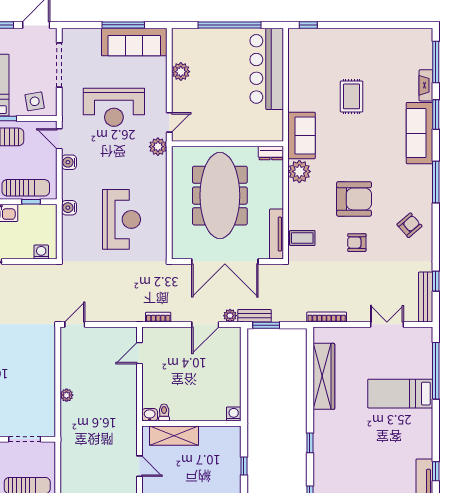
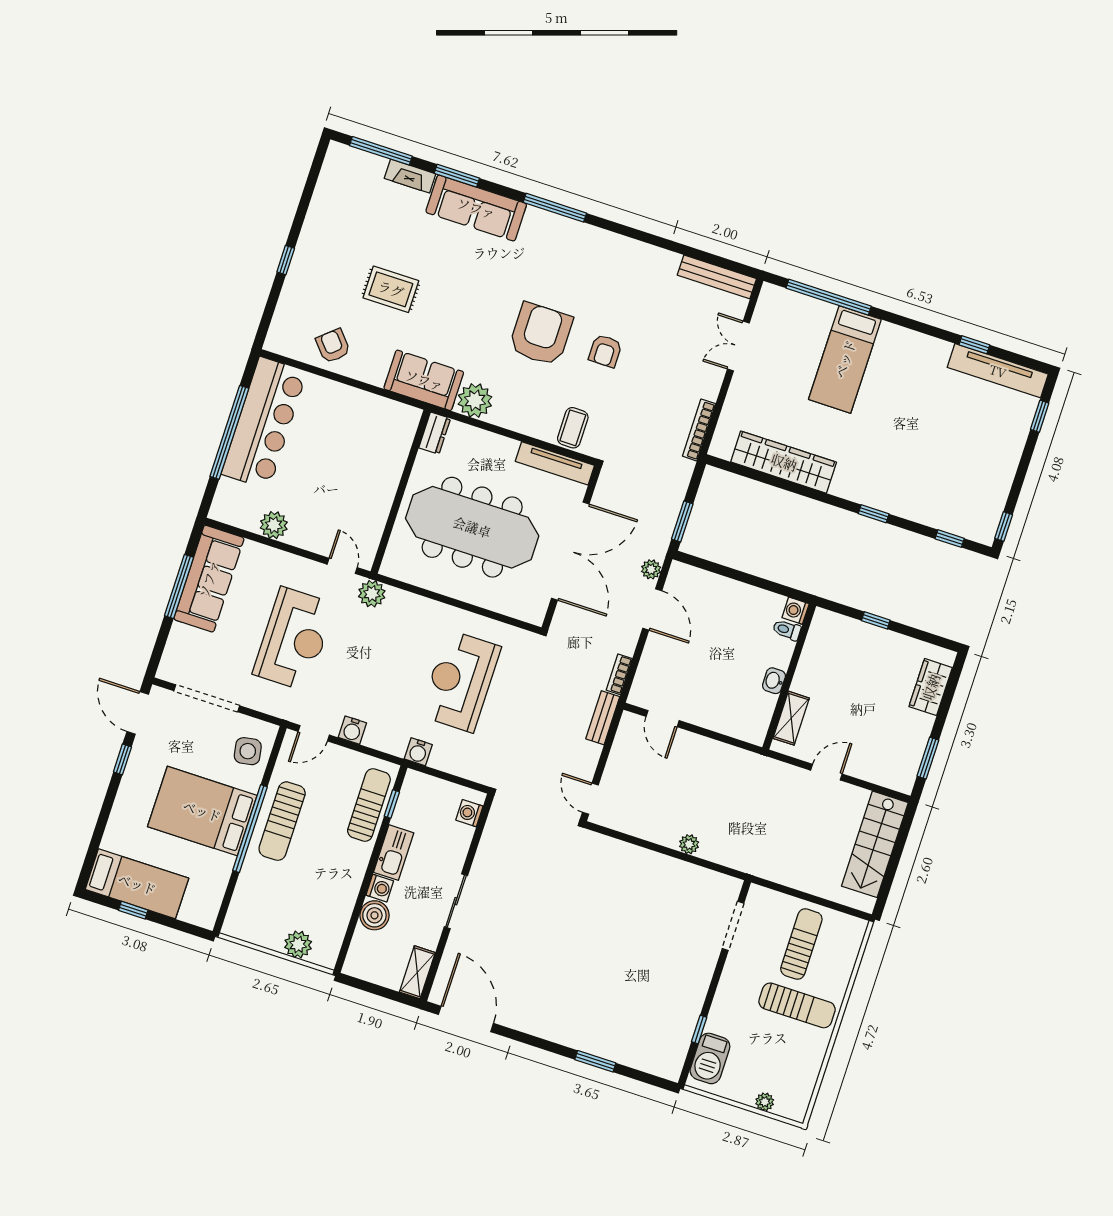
window: (308, 25) -> (286, 260), moved
bar counter: (267, 69) -> (264, 423), moved, turned -90
reception desk: (122, 219) -> (460, 681), turned -90
armchair: (409, 225) -> (333, 346), moved
window: (436, 281) -> (699, 255), removed
bench: (254, 316) -> (603, 718), moved
toilet: (164, 412) -> (787, 630), moved
washbasin: (150, 415) -> (774, 681), moved
shelving: (174, 436) -> (791, 718), width x0.67, depth x0.75

